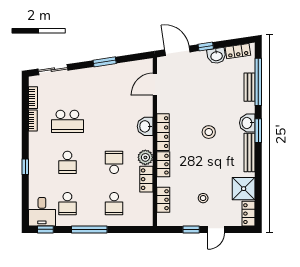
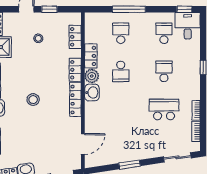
washbasin: (145, 126) -> (92, 93), moved
window: (89, 229) -> (129, 9), moved

